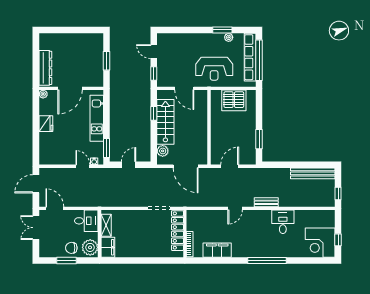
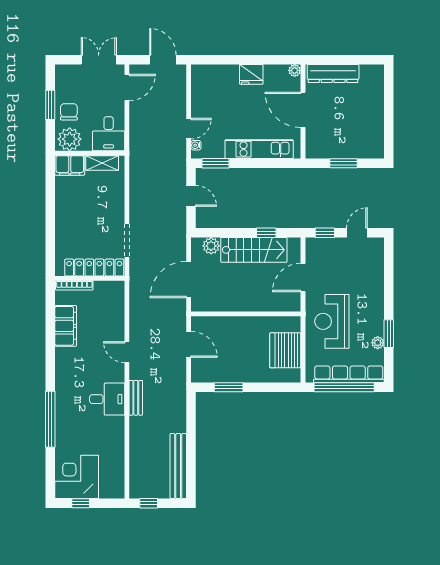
desk: (283, 222) -> (107, 399), moved
window: (267, 260) -> (50, 419), moved

